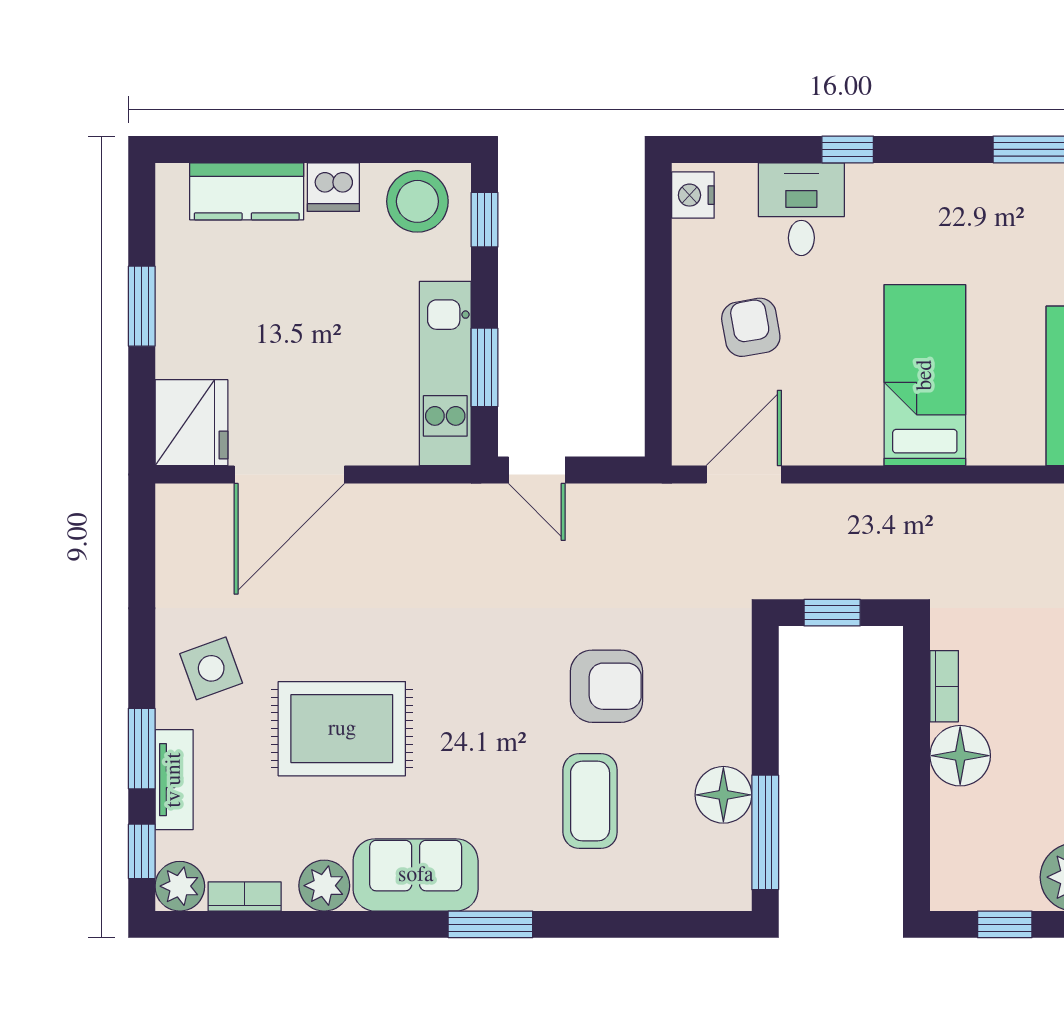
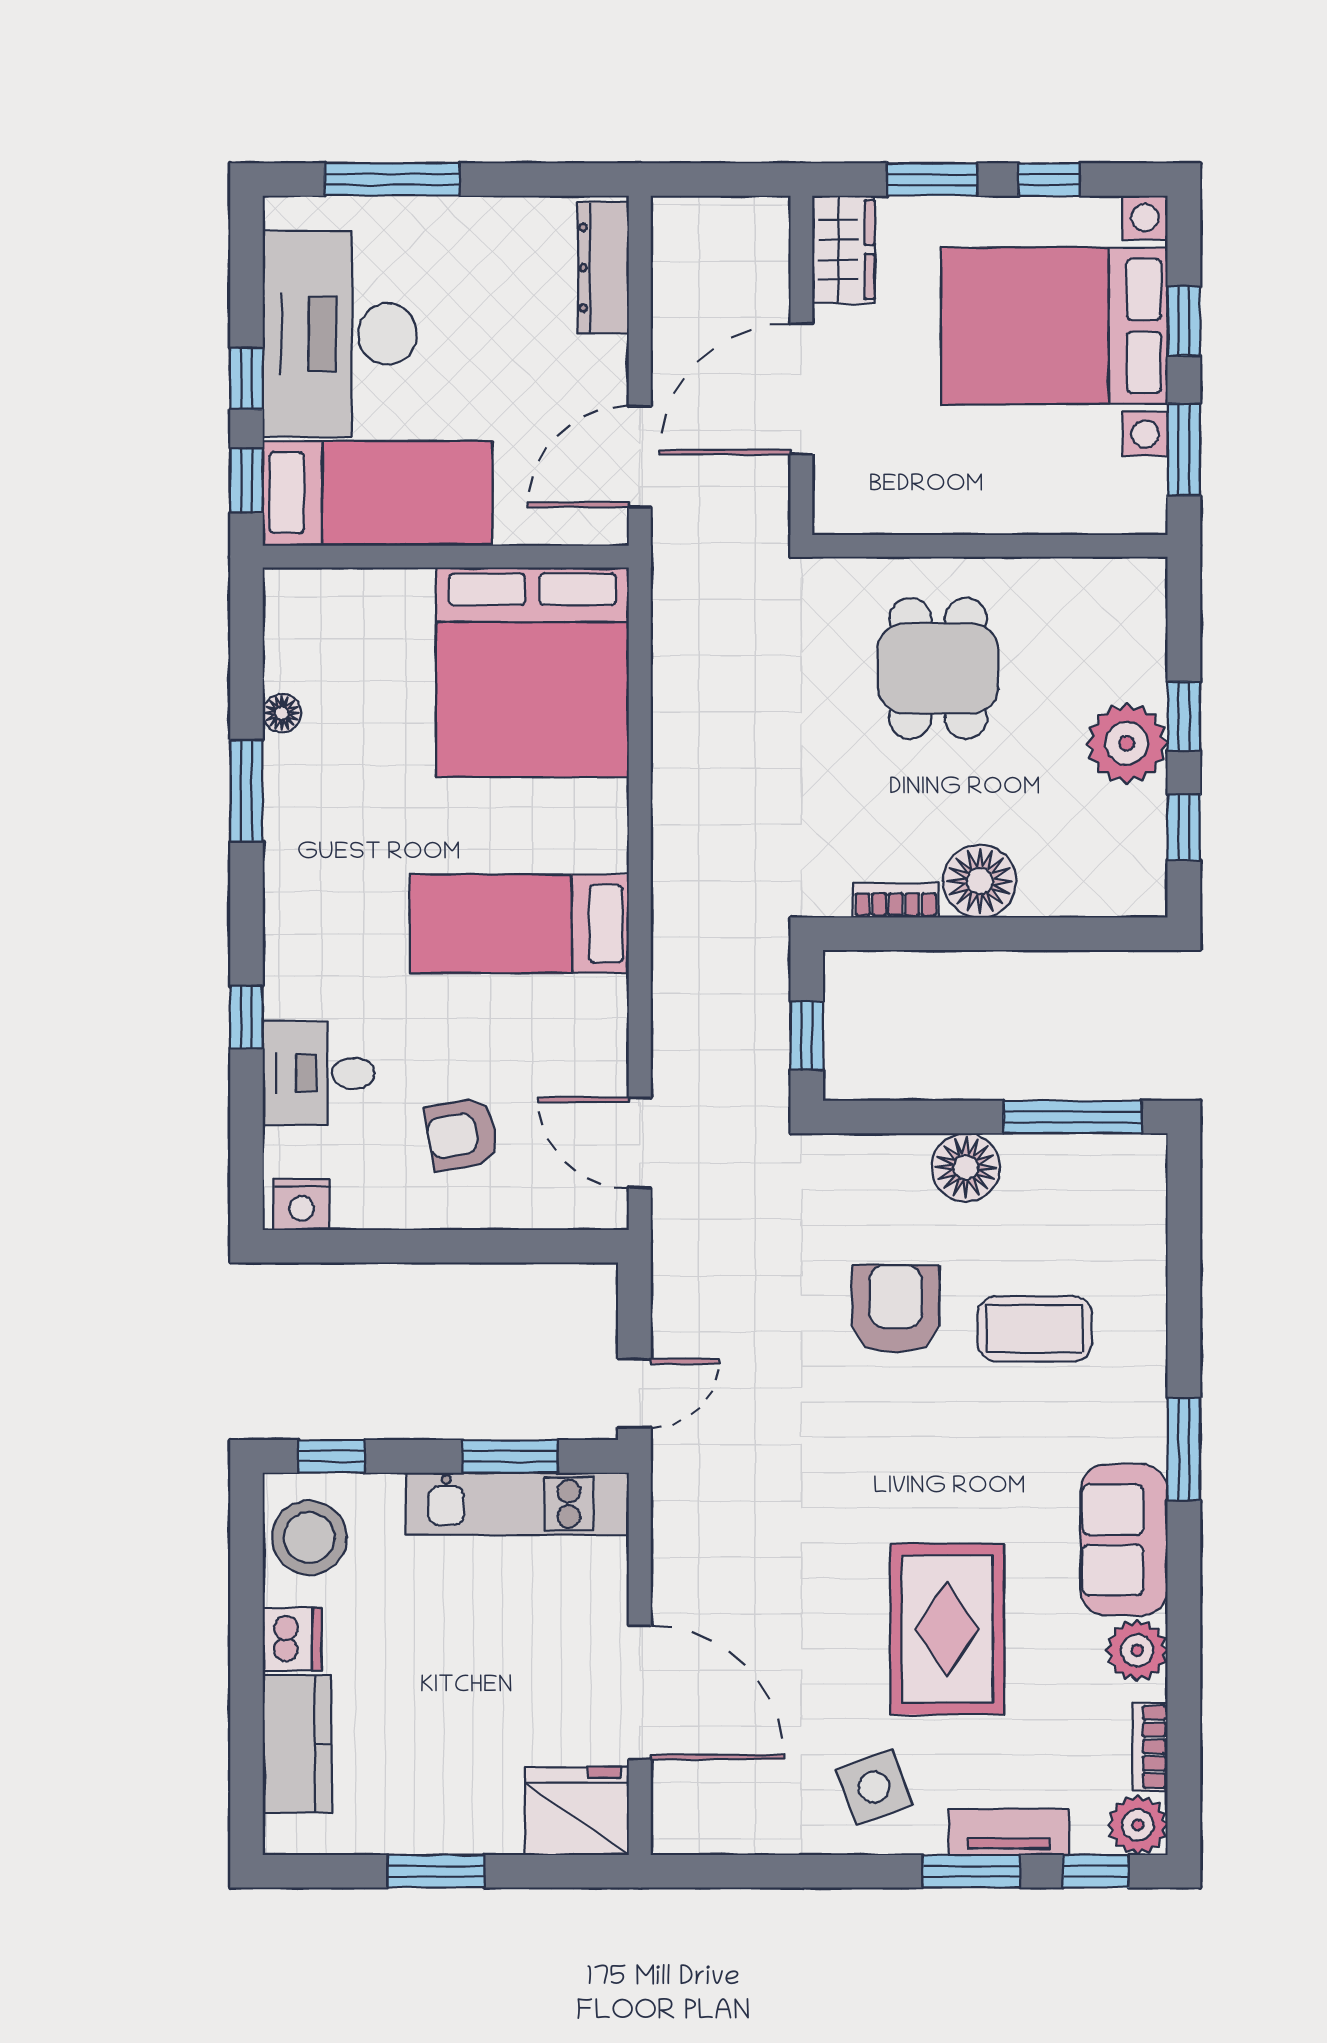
floor lamp: (723, 795) -> (966, 1167), moved

